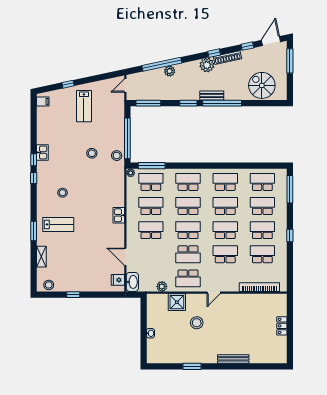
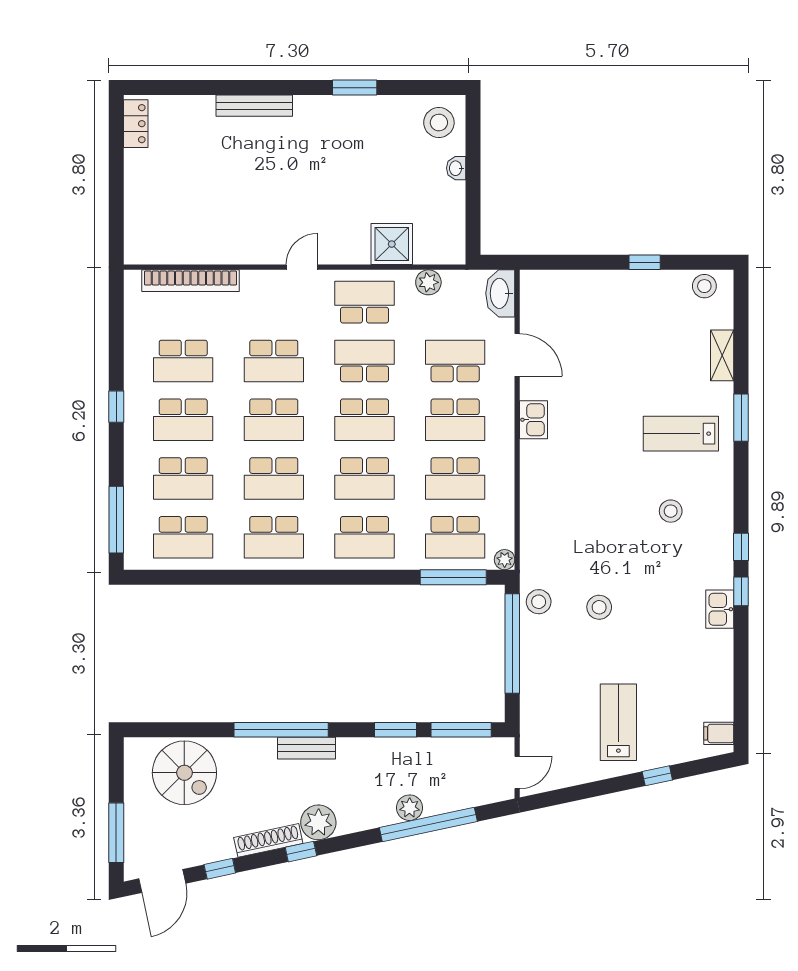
window: (188, 103) -> (395, 730), moved
kitchen sink: (119, 215) -> (534, 420), moved
school desk: (151, 254) -> (455, 361), added
fridge: (118, 280) -> (536, 298), removed
stool: (197, 323) -> (439, 123), moved
locker: (282, 326) -> (136, 124), moved

